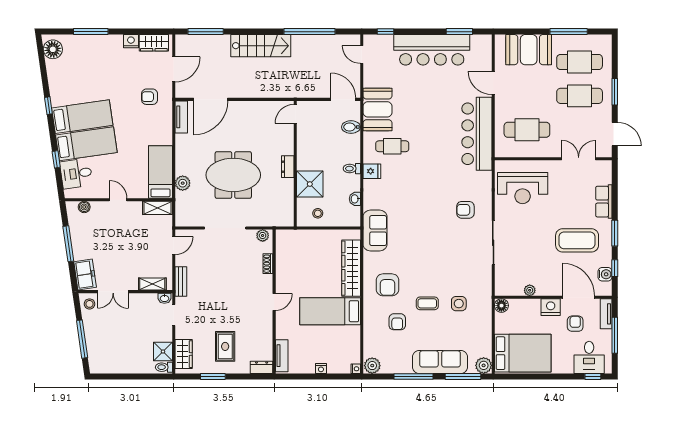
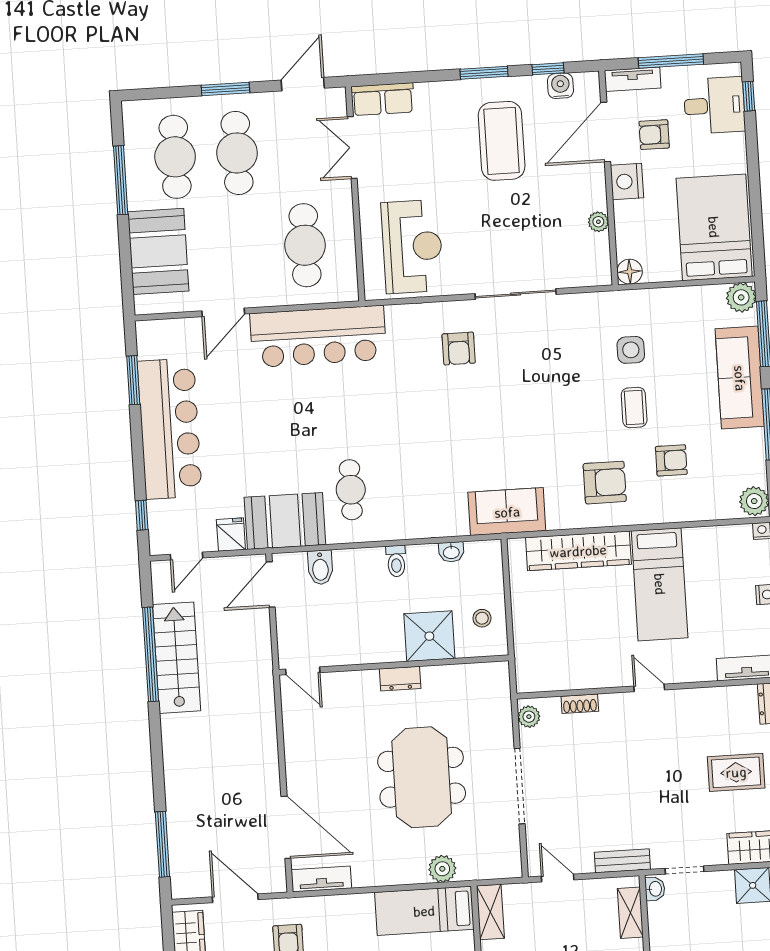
stairs: (261, 46) -> (177, 658), moved
fridge: (372, 171) -> (231, 535), moved
row of seats: (604, 202) -> (383, 99), moved

